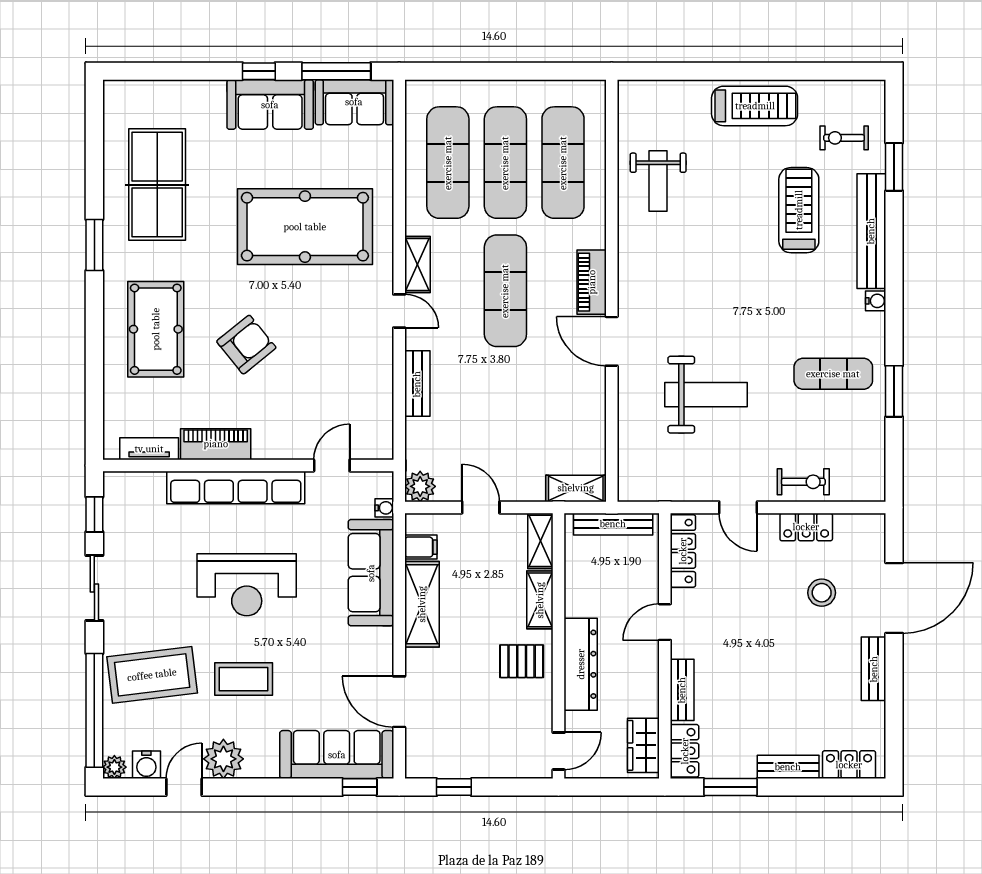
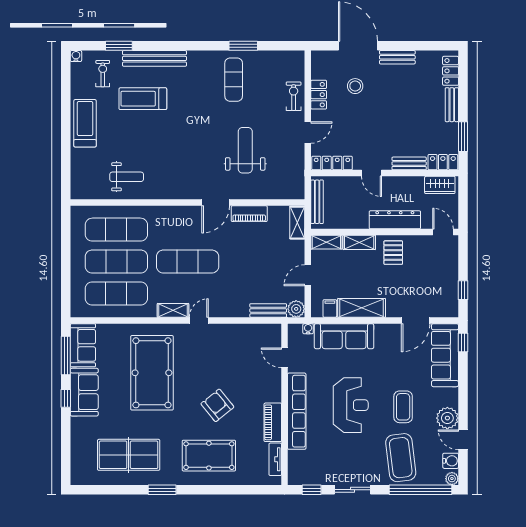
exercise bike: (844, 138) -> (103, 74), turned 180
piano: (592, 282) -> (249, 214), moved
water cooler: (876, 301) -> (76, 56), moved
bench: (417, 384) -> (268, 310), moved

